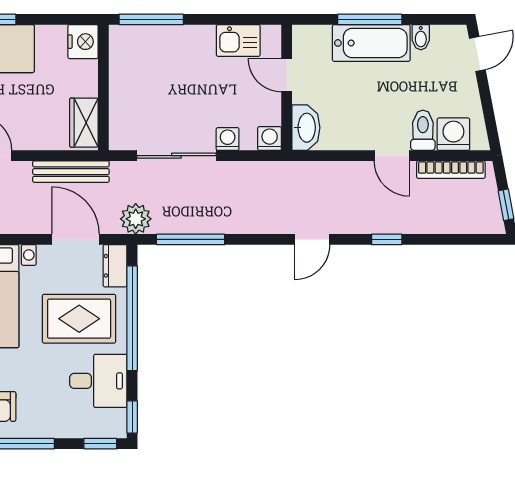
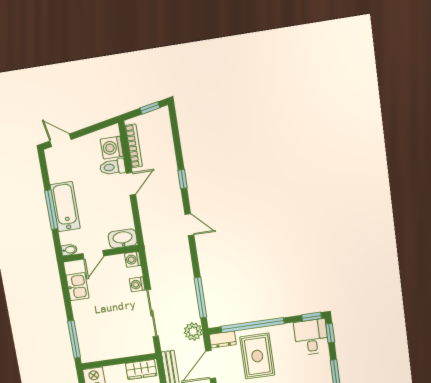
bidet: (421, 37) -> (69, 250), moved
desk: (98, 381) -> (311, 337), moved

